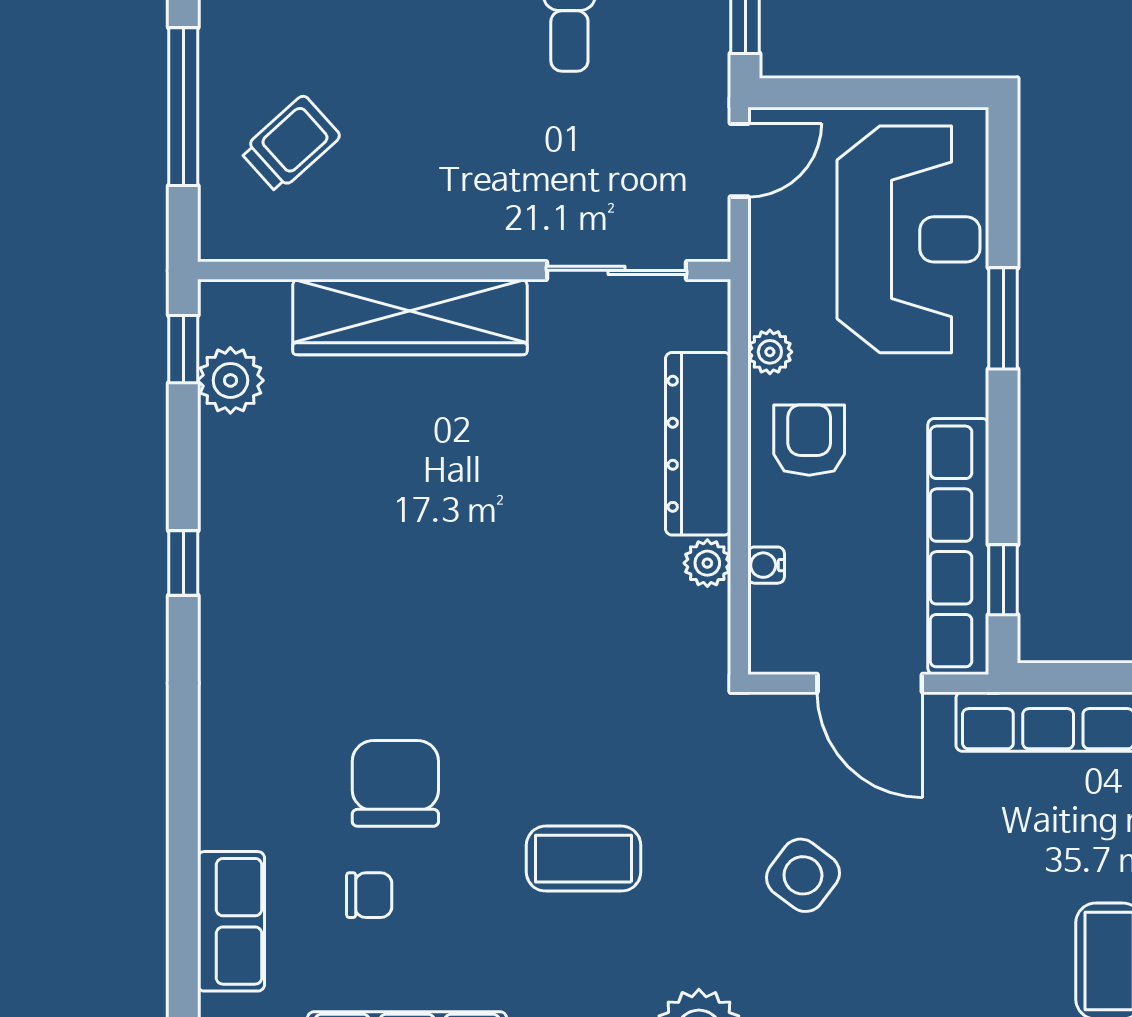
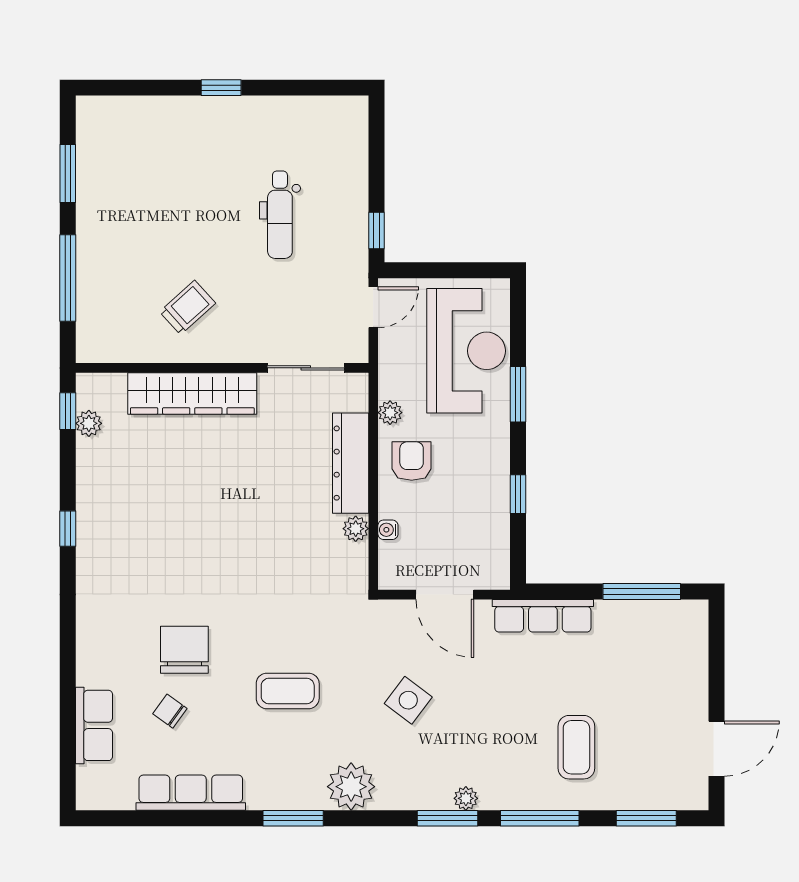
trolley: (290, 144) -> (188, 307), moved
plant: (230, 380) -> (89, 423), width x0.73, depth x0.73
row of seats: (958, 546) -> (494, 520), removed
window: (1003, 580) -> (518, 494), moved
chair: (369, 895) -> (170, 711), turned -144

